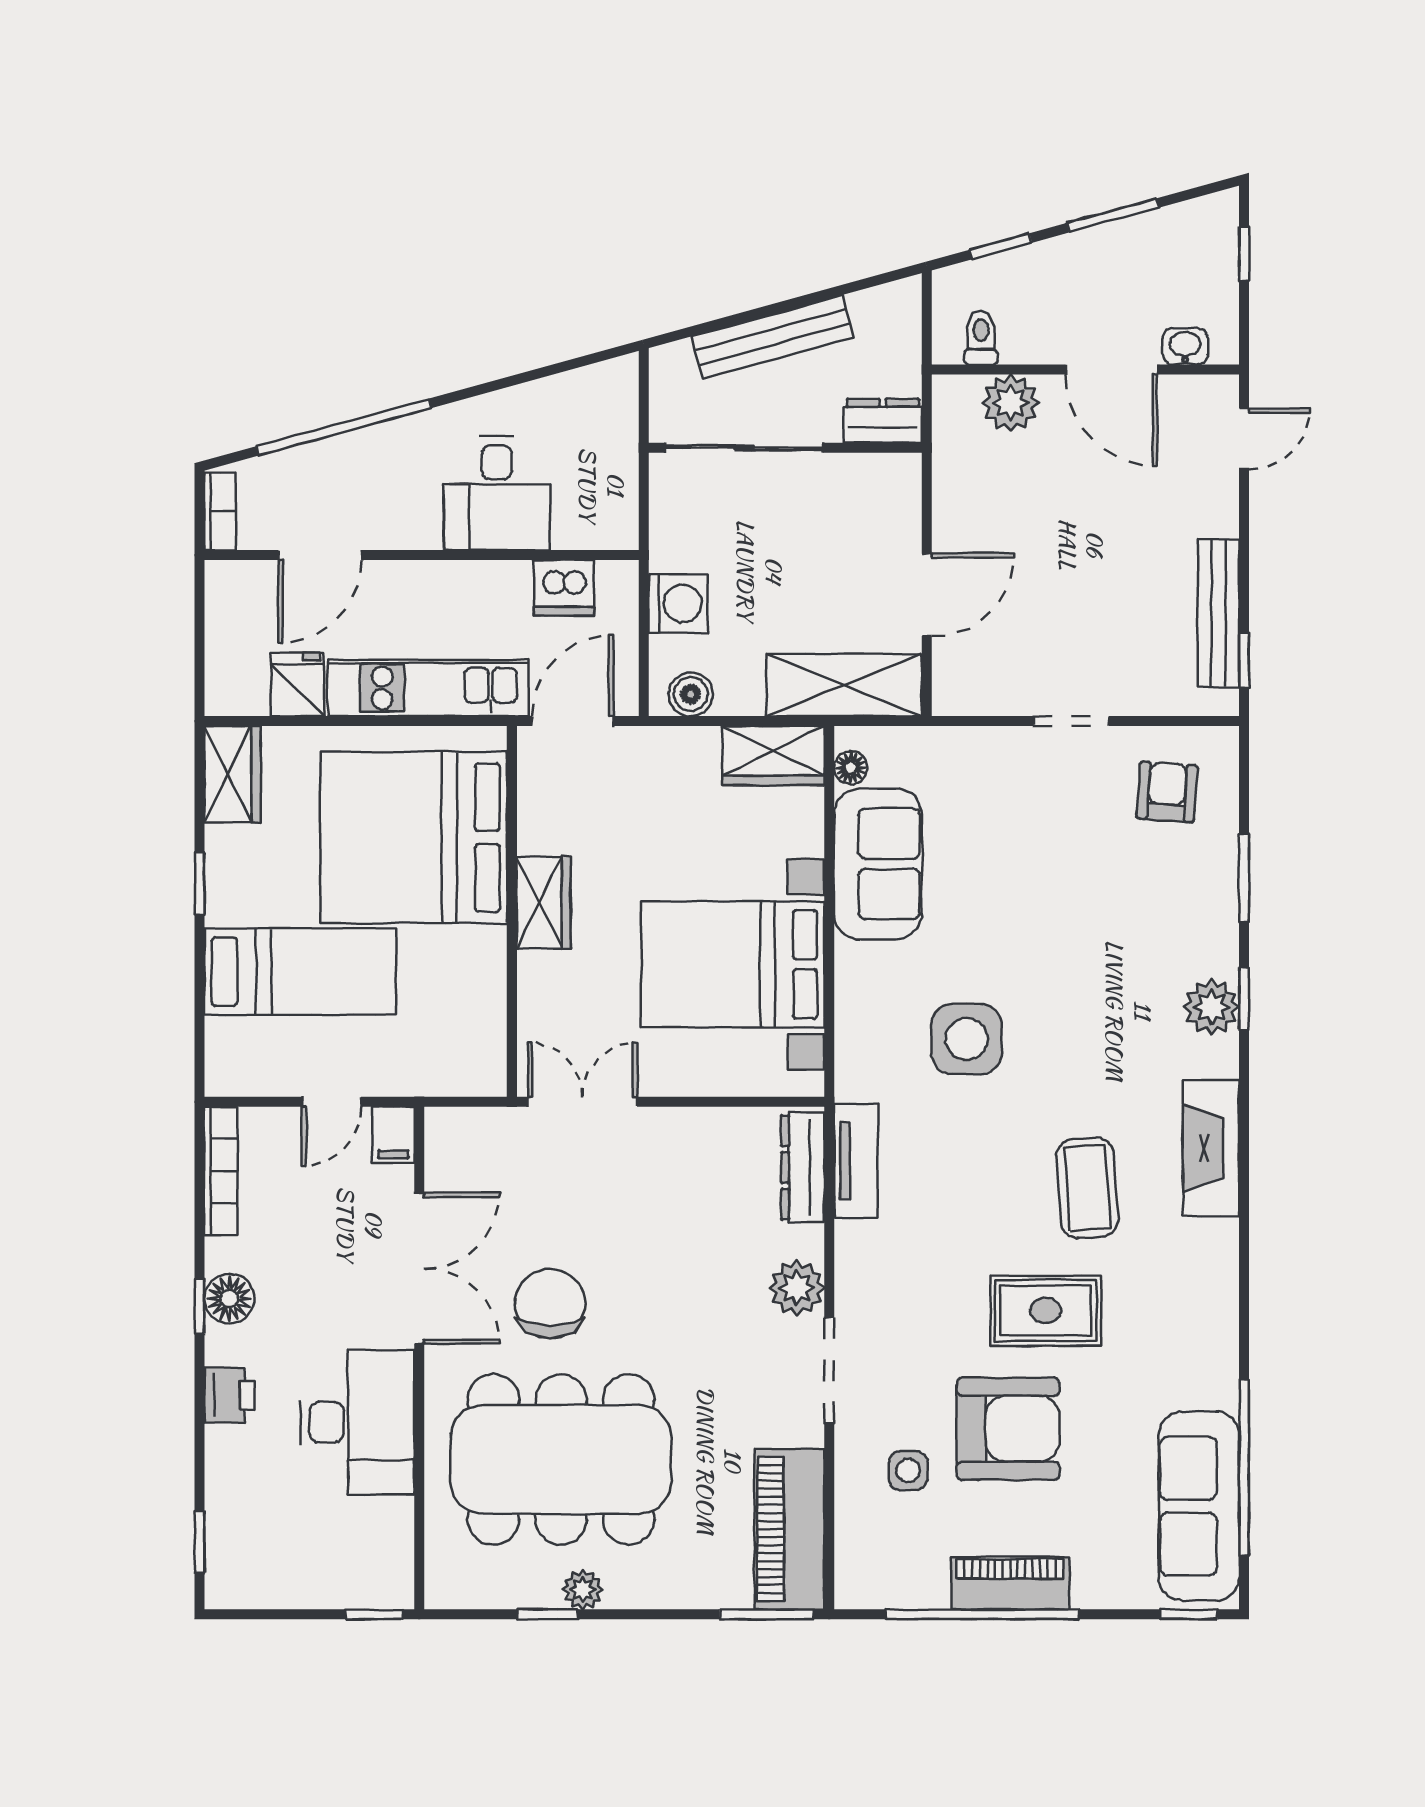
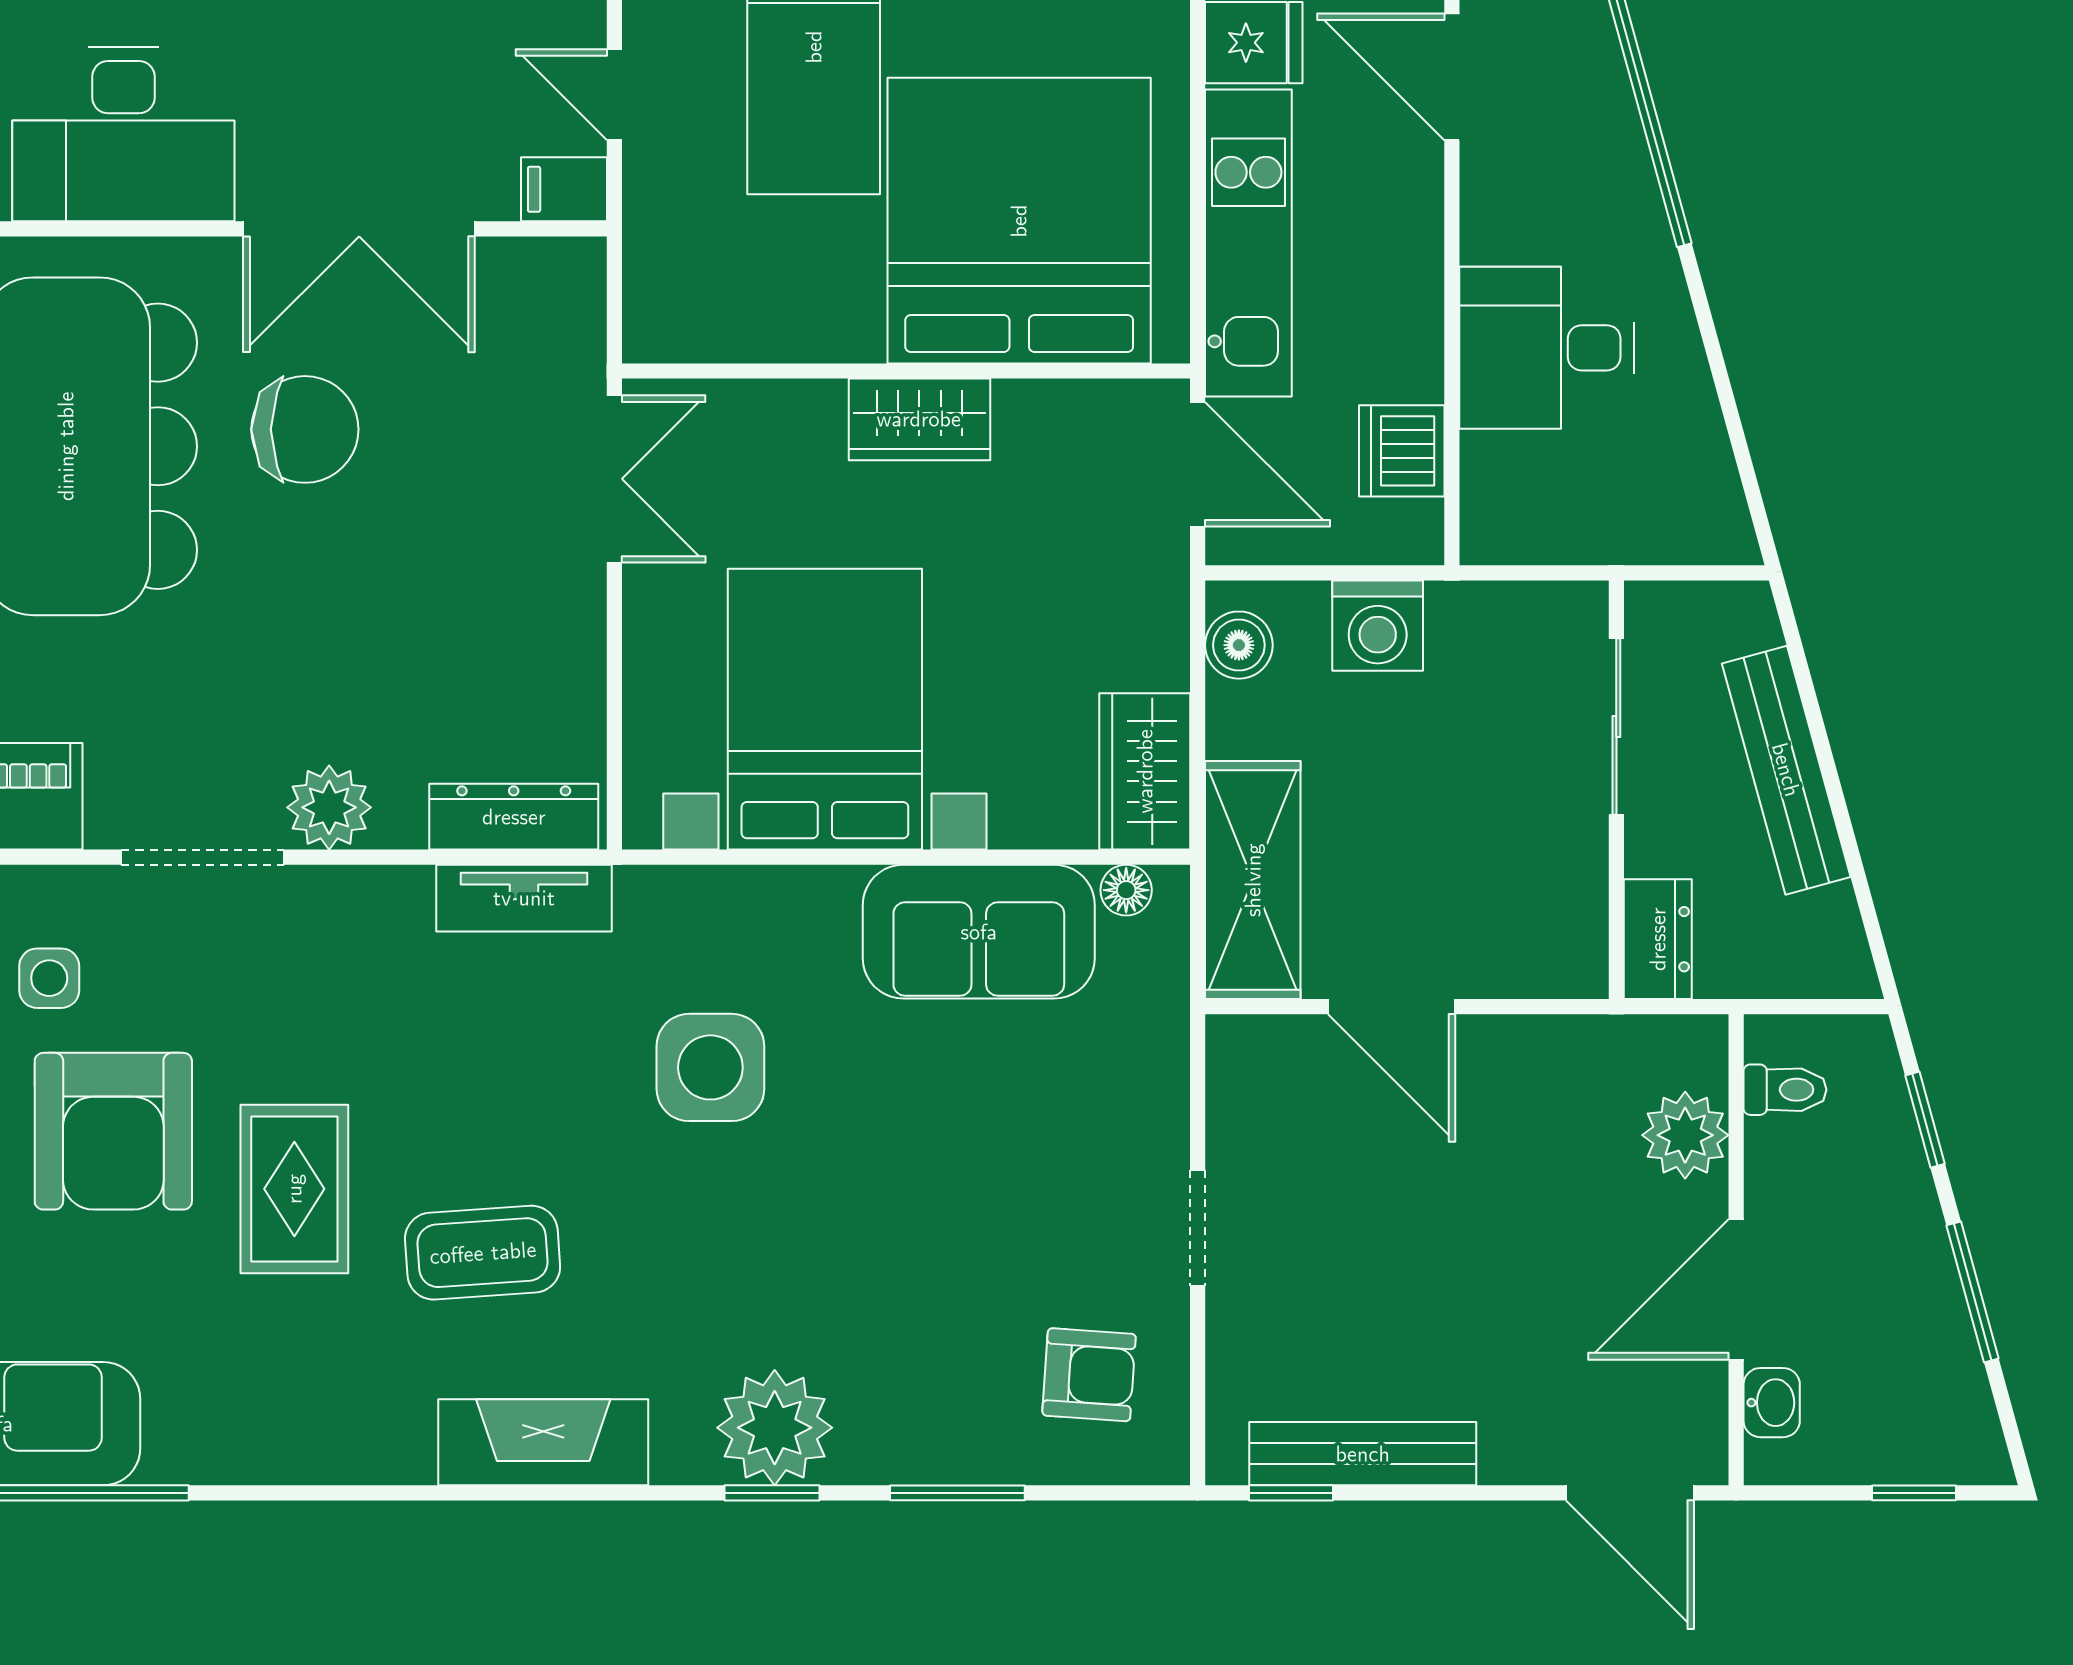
door: (1244, 439) -> (1630, 1493), width x1.38
sliding door: (744, 448) -> (1616, 726), width x0.73
plant: (1212, 1007) -> (775, 1428), width x1.36, depth x1.36

